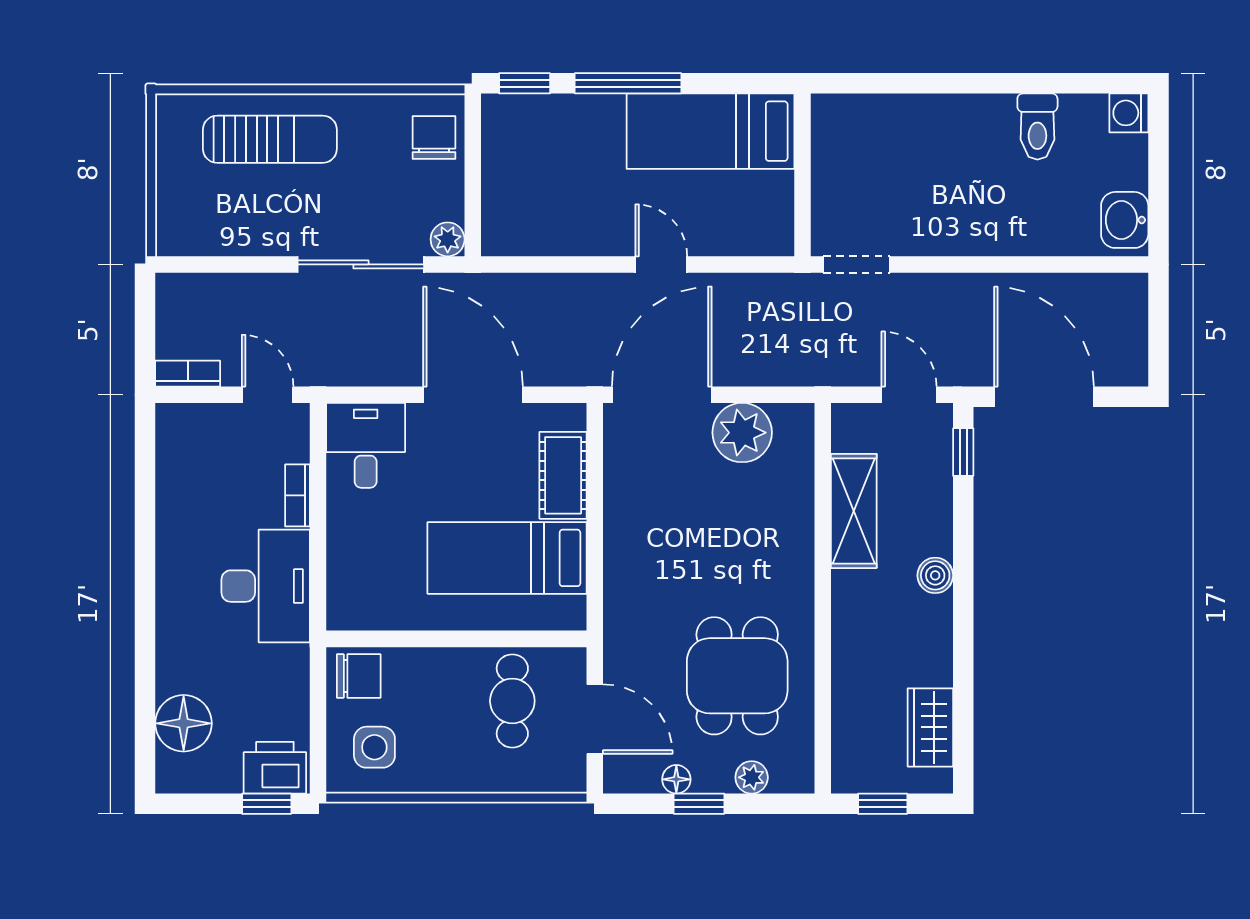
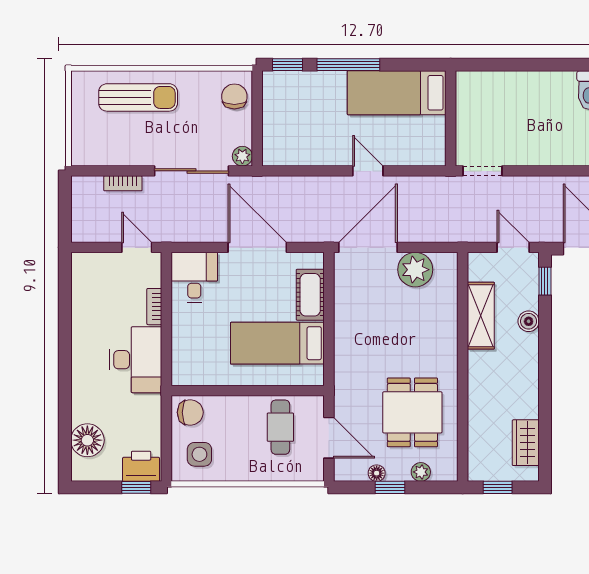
bookcase: (188, 374) -> (123, 183), moved, turned 180
boiler: (935, 575) -> (529, 321), moved

